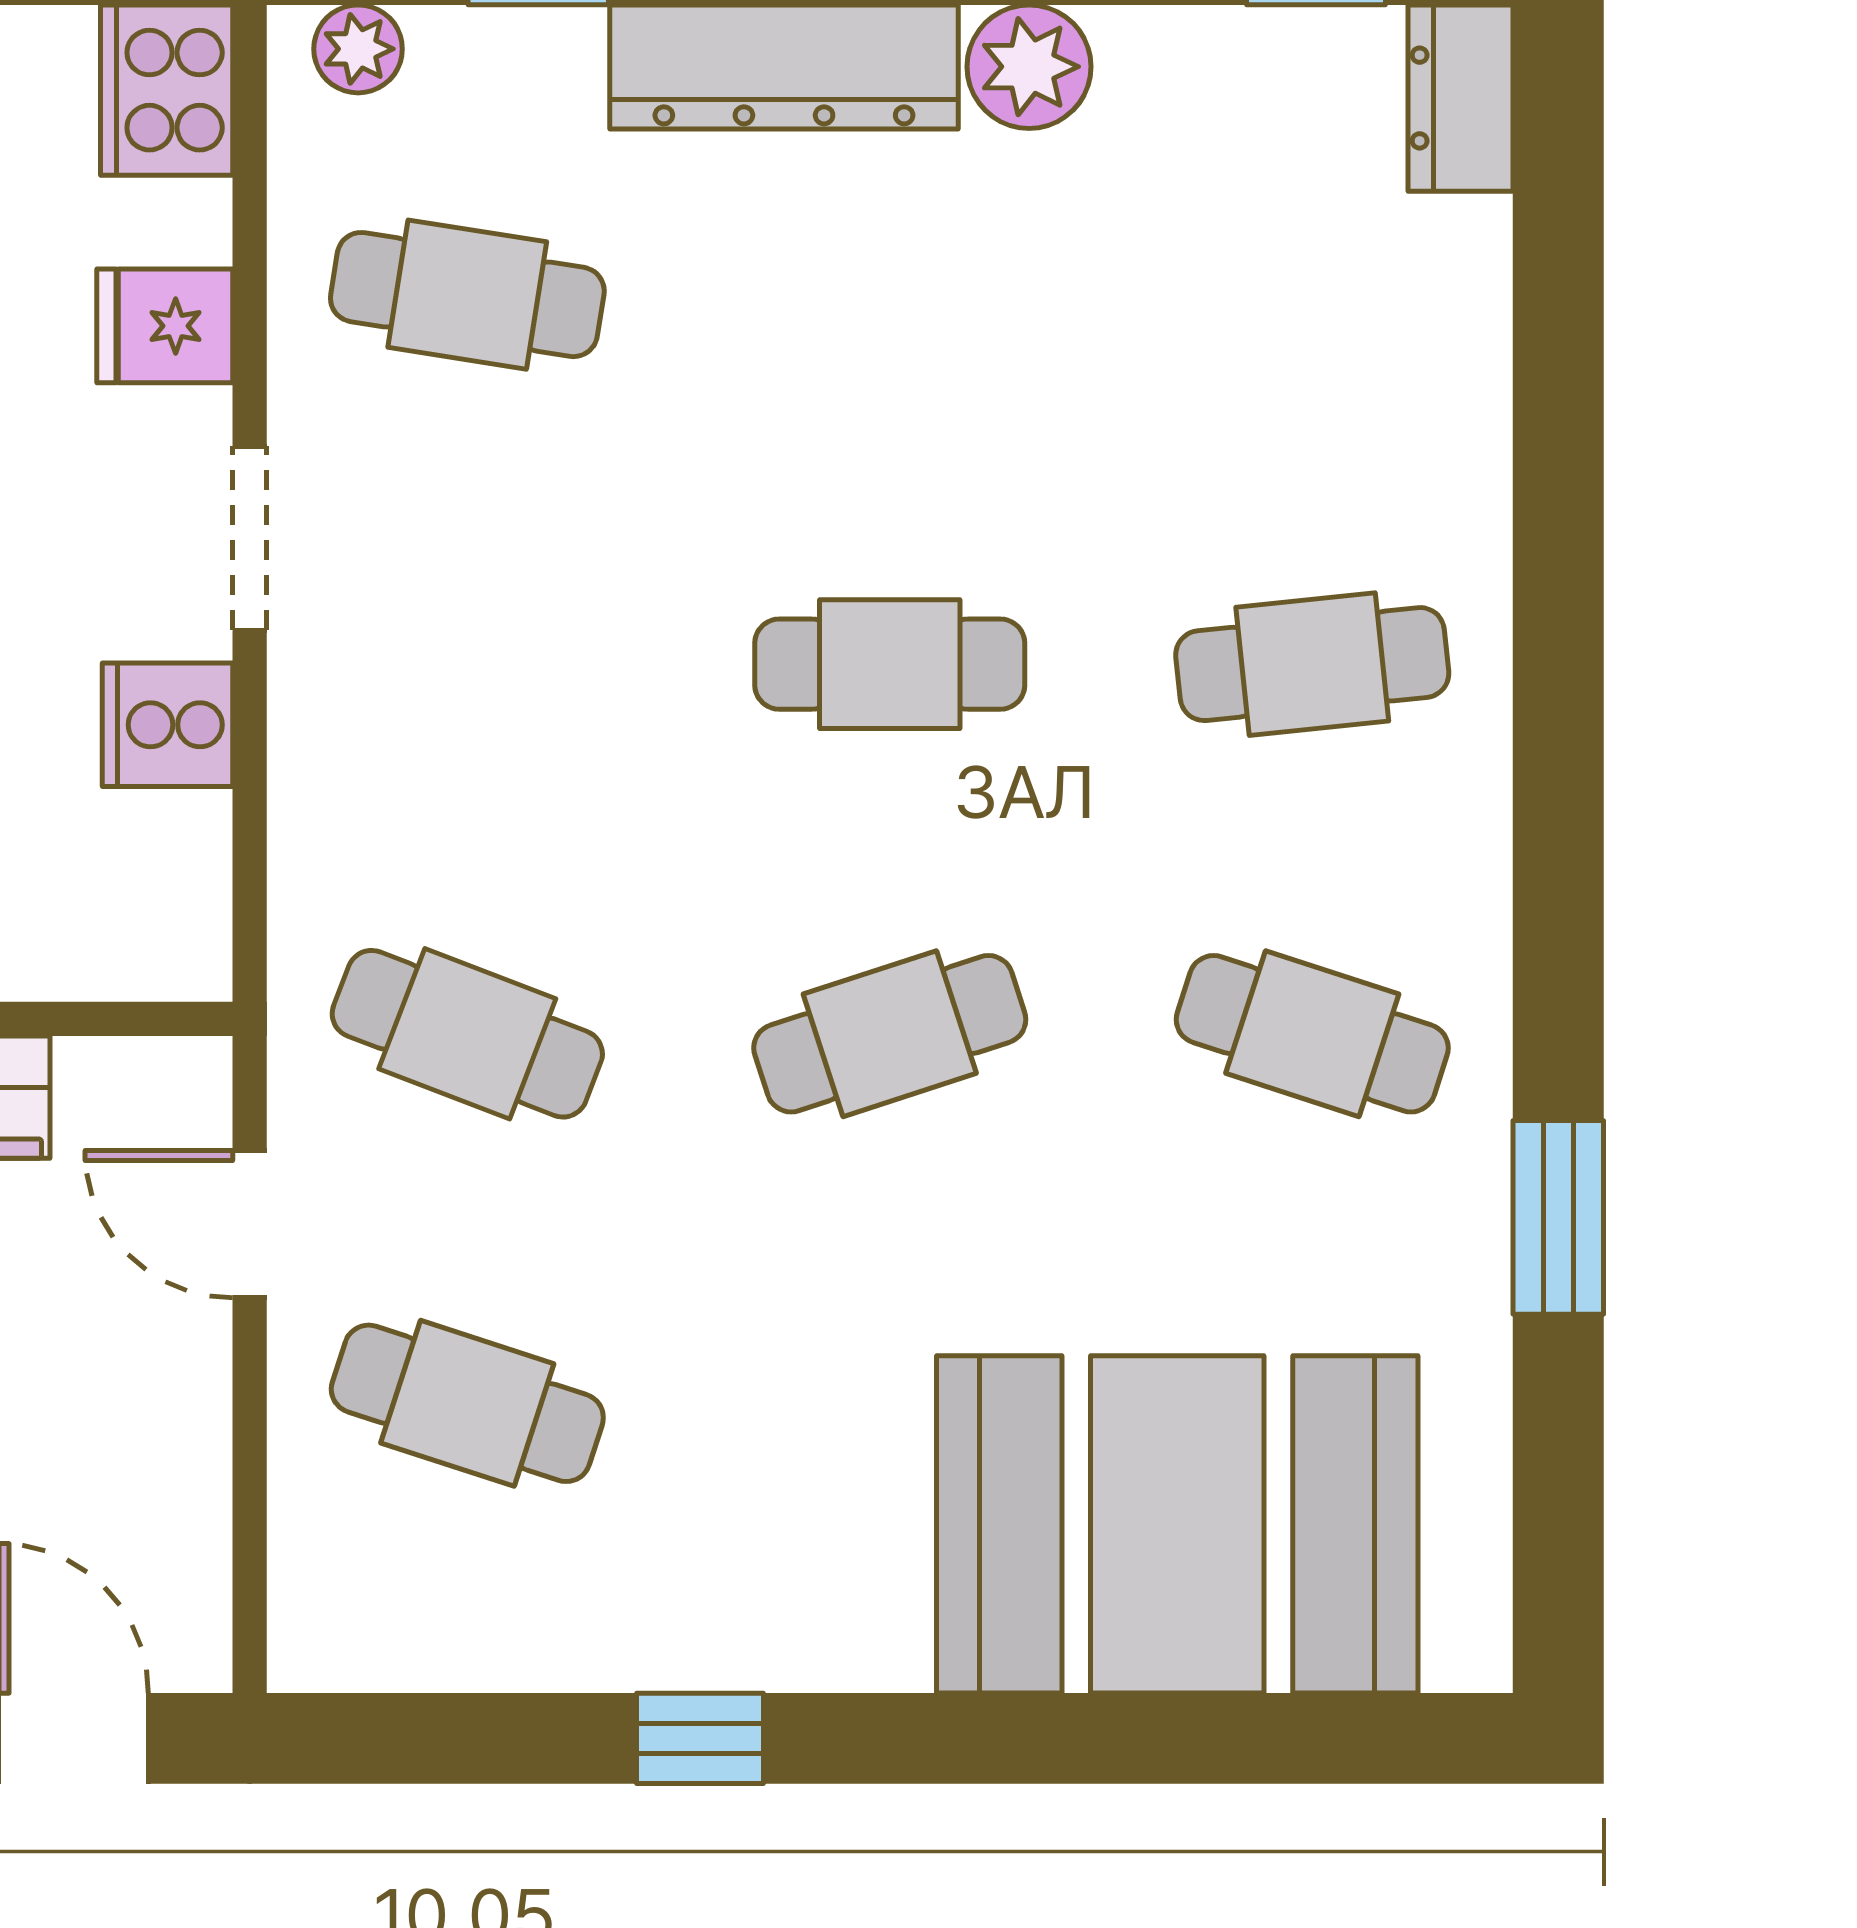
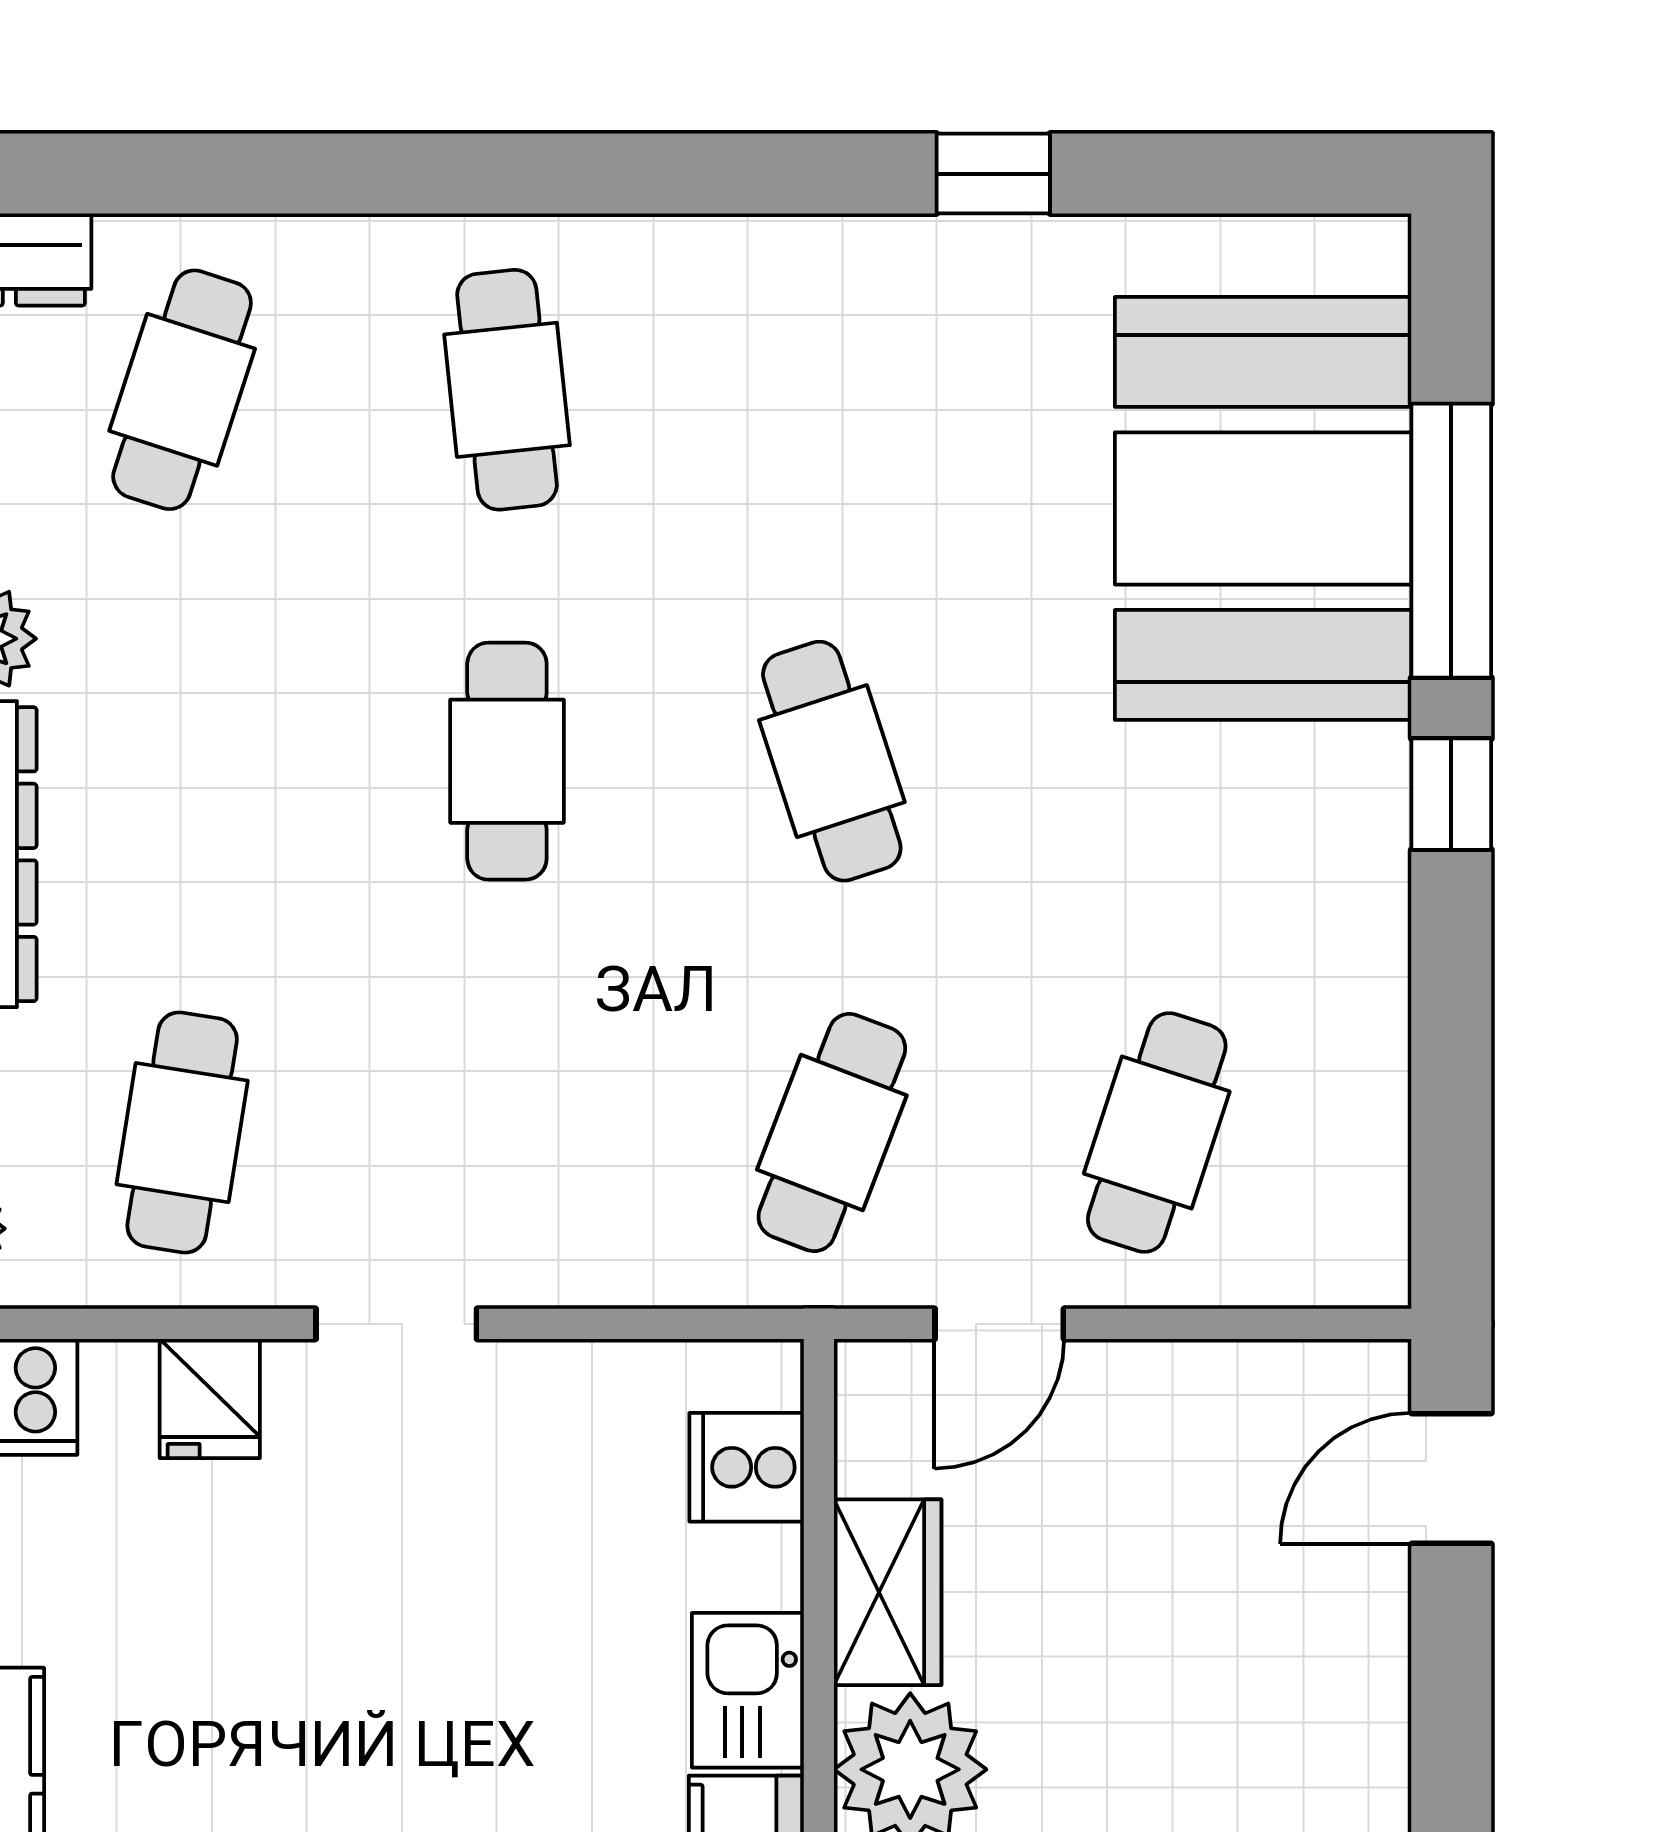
cooker: (167, 725) -> (747, 1467), moved, turned 90
cafe table: (1312, 1034) -> (182, 390), moved
window: (1558, 1217) -> (993, 174), width x0.67
window: (700, 1738) -> (1451, 794), moved
window: (1141, 1738) -> (1451, 541), added

